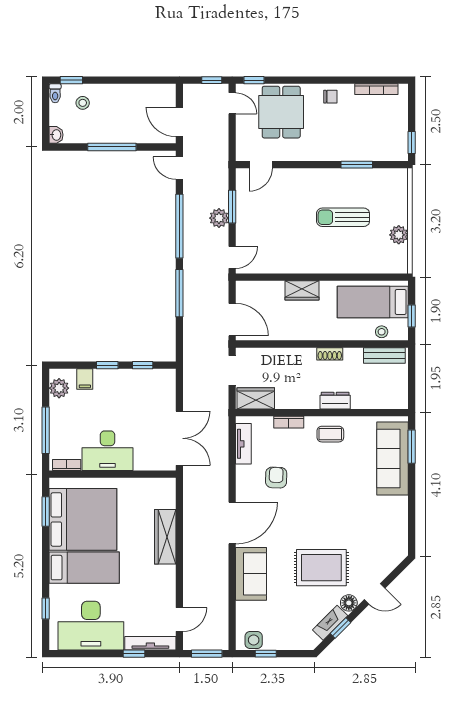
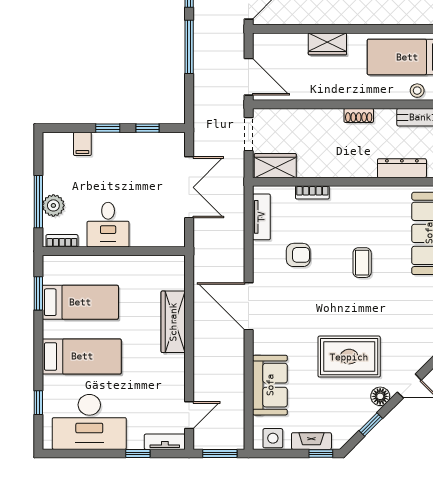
plant: (59, 388) -> (53, 205), moved
dresser: (335, 401) -> (402, 168), moved, width x1.44
coffee table: (330, 434) -> (362, 263), moved, turned 90
double door: (179, 438) -> (189, 187), moved
desk: (108, 451) -> (108, 225), width x0.73
armchair: (276, 478) -> (298, 255), turned 88
bed: (83, 519) -> (80, 302), width x0.49
door: (232, 523) -> (249, 306), swing flipped
sofa: (251, 574) -> (270, 385), moved
fireplace: (330, 623) -> (311, 441), moved, turned 45
tv unit: (150, 643) -> (165, 442), width x0.71
window: (266, 654) -> (321, 454), moved

